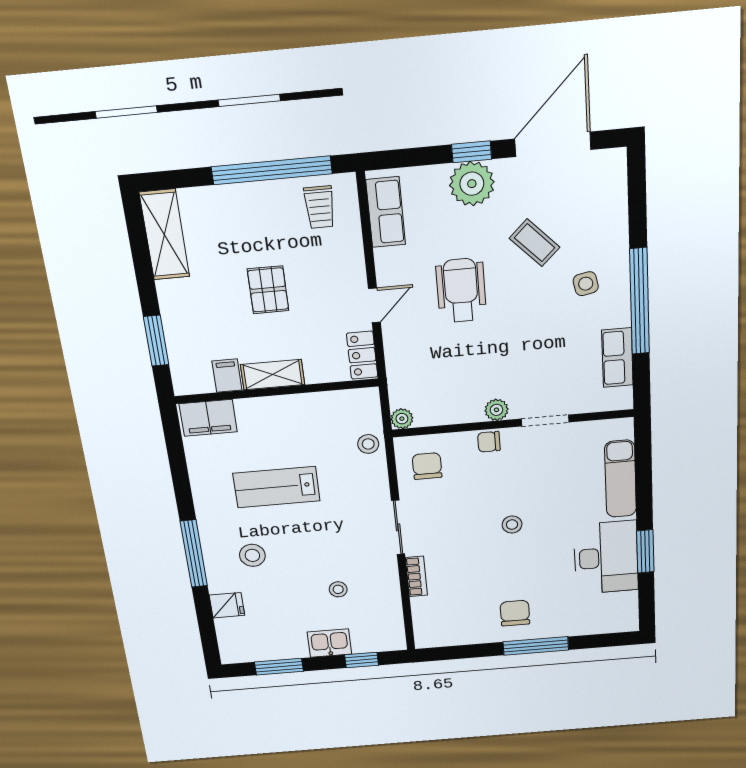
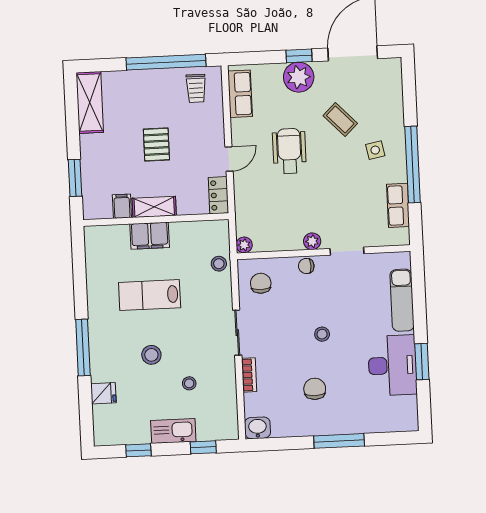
filing cabinet: (208, 418) -> (150, 236), moved
stool: (252, 555) -> (151, 355), moved
chair: (515, 613) -> (315, 389), moved
washbasin: (430, 636) -> (257, 428), added
kitchen sink: (329, 643) -> (173, 431), width x1.38
window: (279, 667) -> (138, 450), width x0.67

